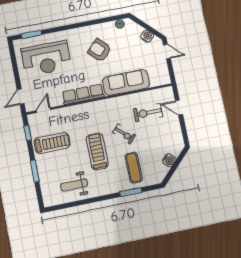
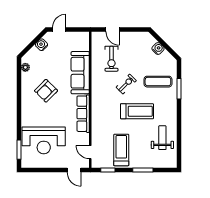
reception desk: (46, 58) -> (44, 140), turned 90
door: (179, 108) -> (113, 30), hinge flipped
treadmill: (97, 151) -> (137, 111), turned 180
weight bench: (74, 185) -> (162, 138), turned 180

